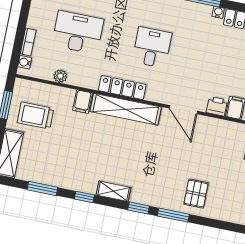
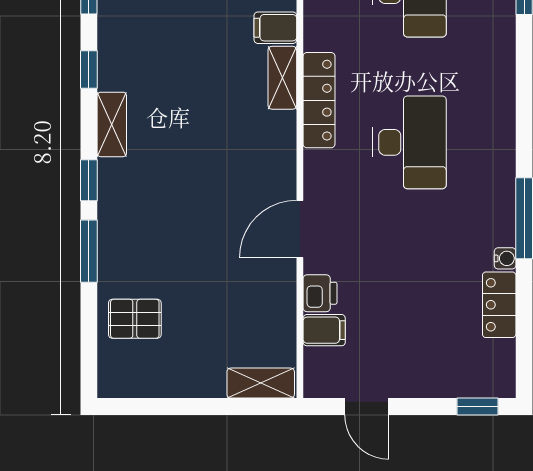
desk: (152, 47) -> (409, 142), width x1.37
shelving: (126, 109) -> (282, 78), width x0.45, depth x0.75
pallet: (196, 194) -> (135, 319), moved

